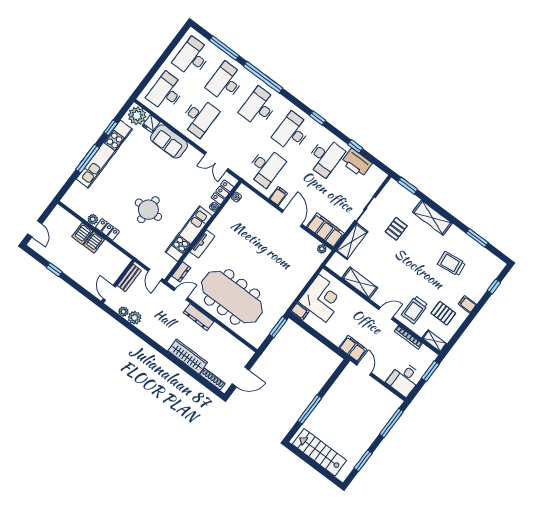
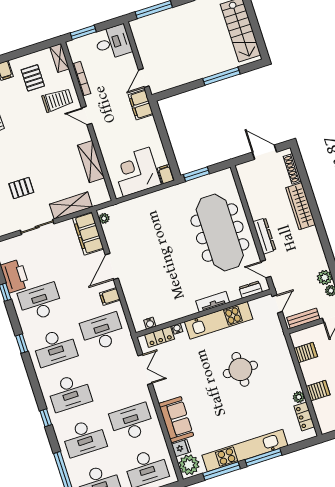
window: (263, 77) -> (46, 418), width x0.32
window: (111, 128) -> (222, 471), width x2.17
locker: (107, 229) -> (304, 416), moved
server rack: (94, 242) -> (306, 352), moved

